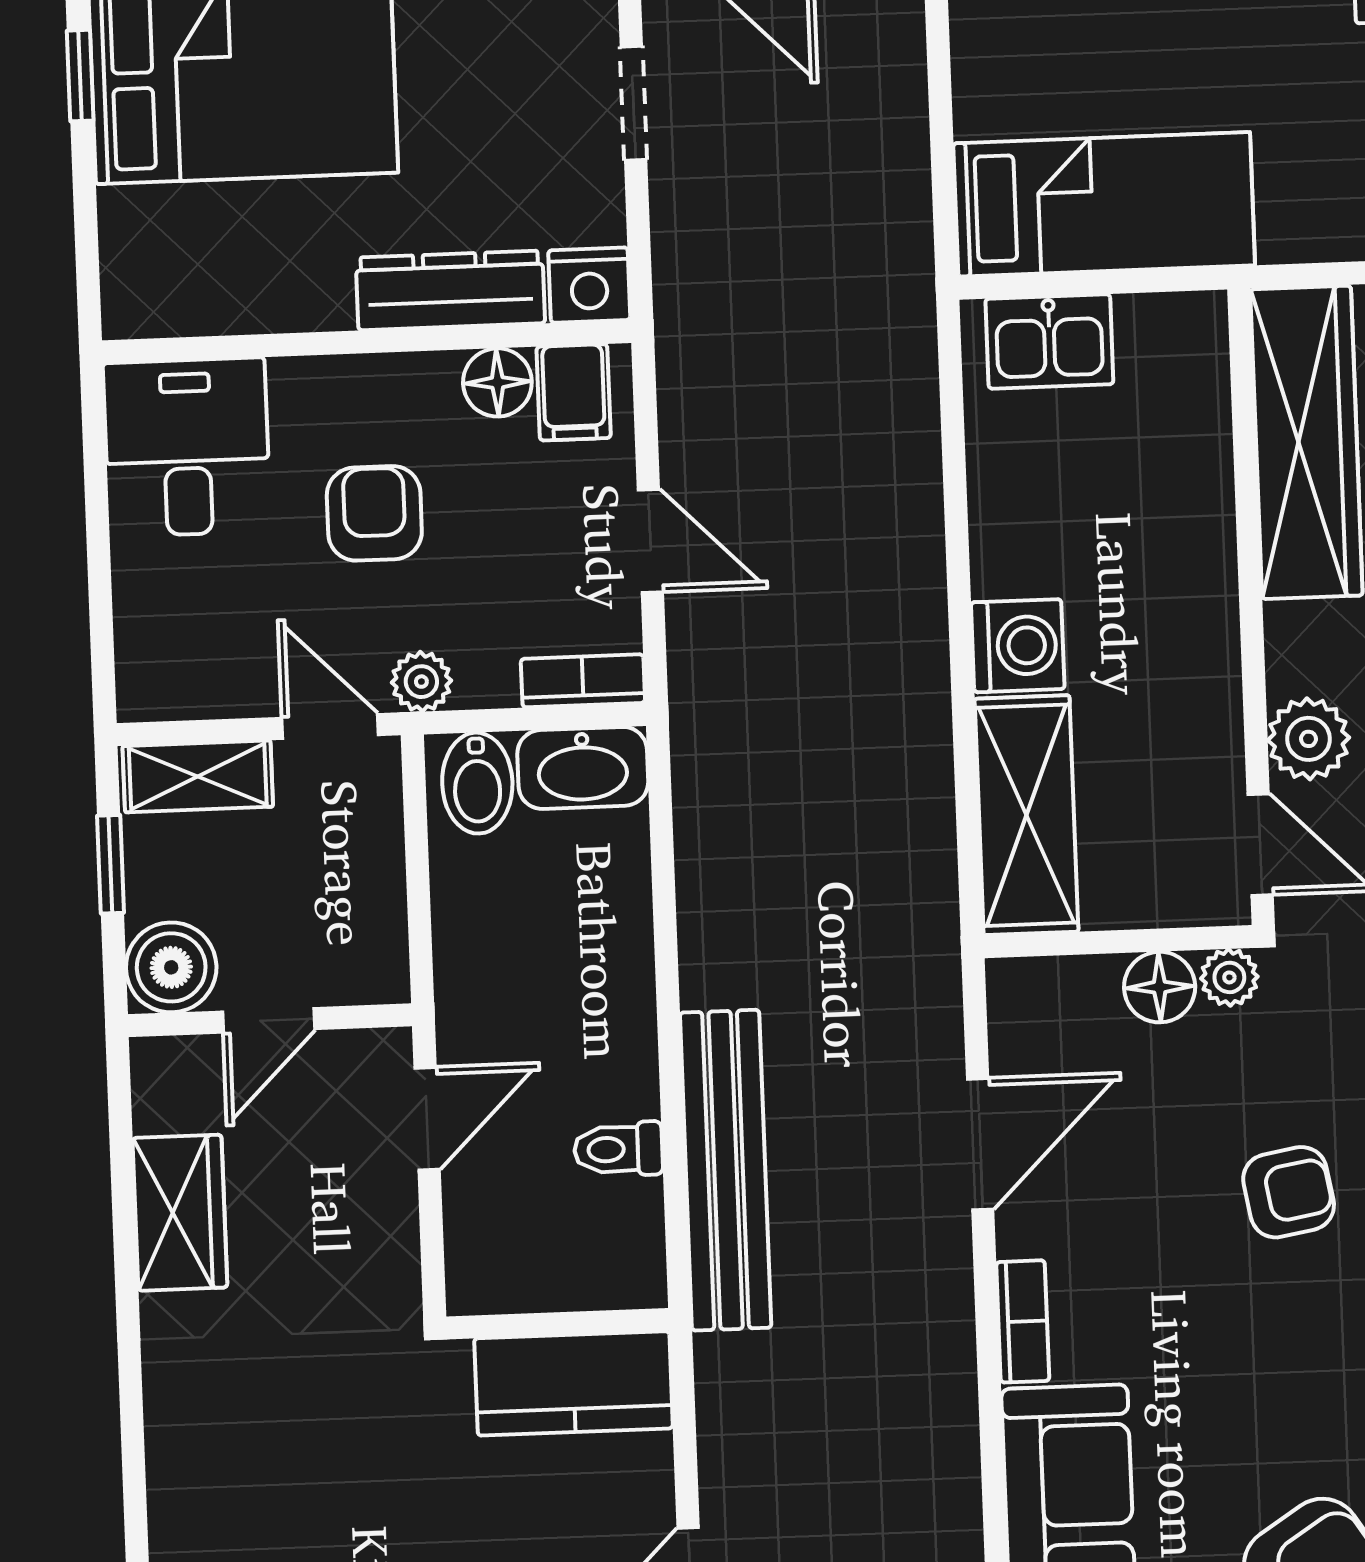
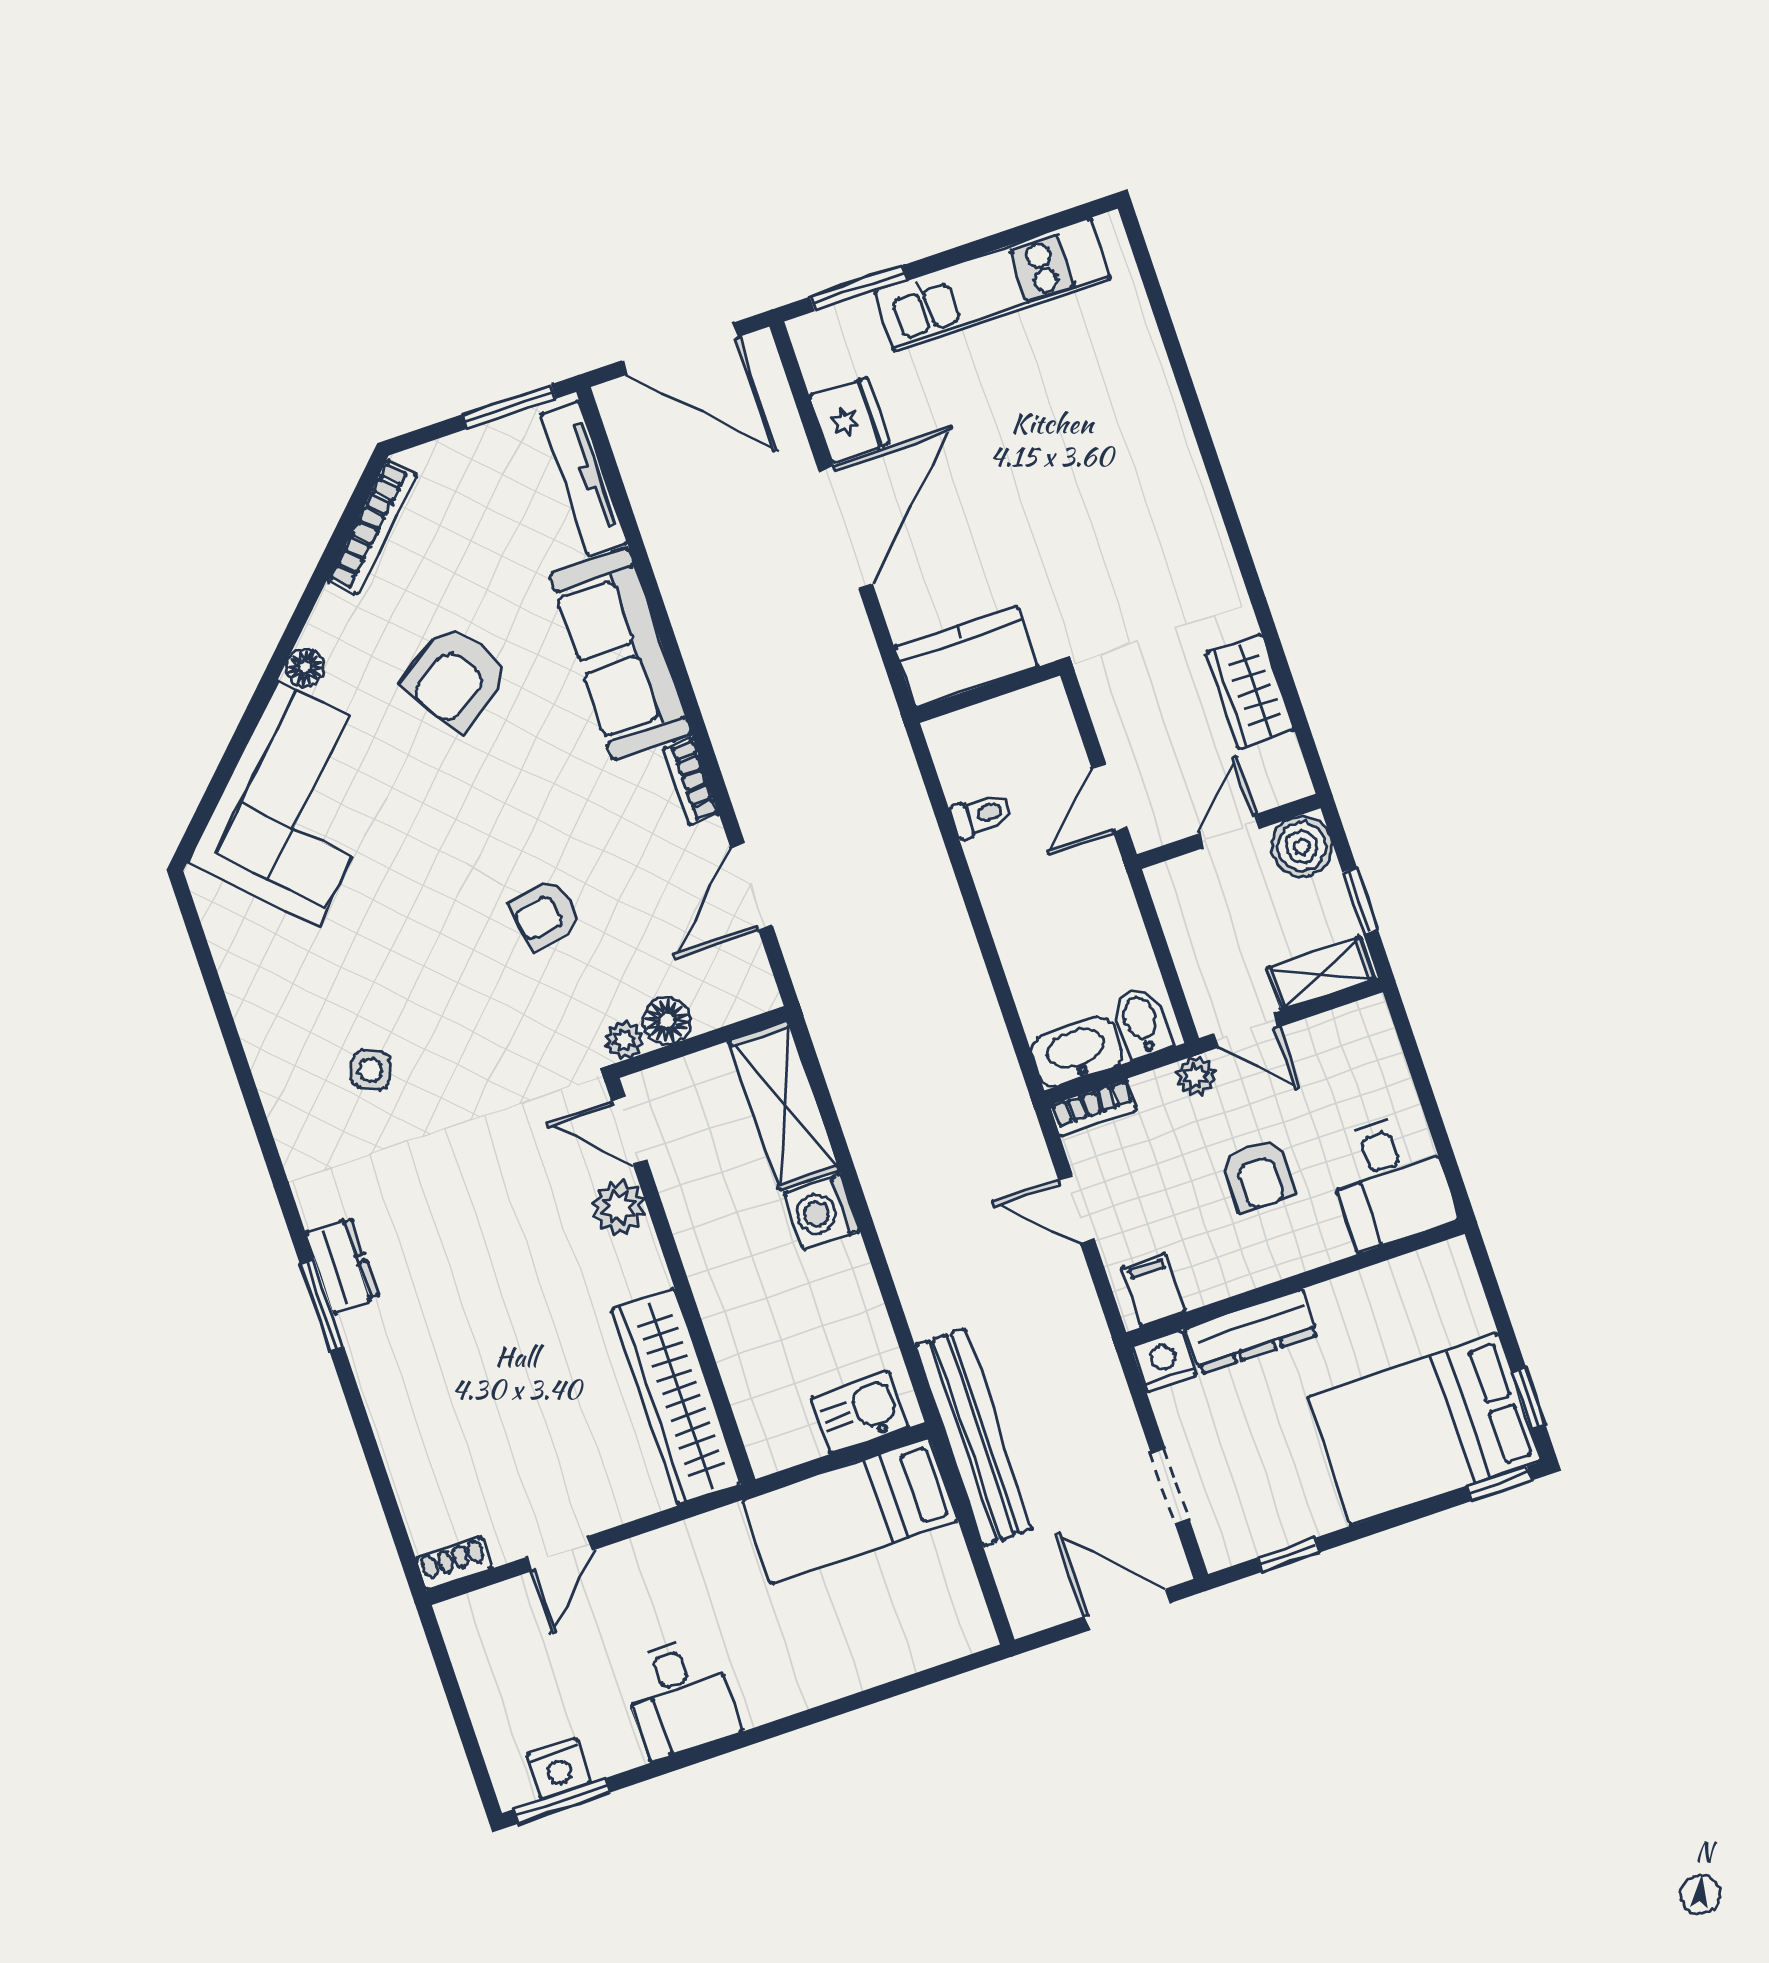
floor lamp: (497, 382) -> (1204, 1282), removed
bench: (726, 1170) -> (974, 1437), moved

